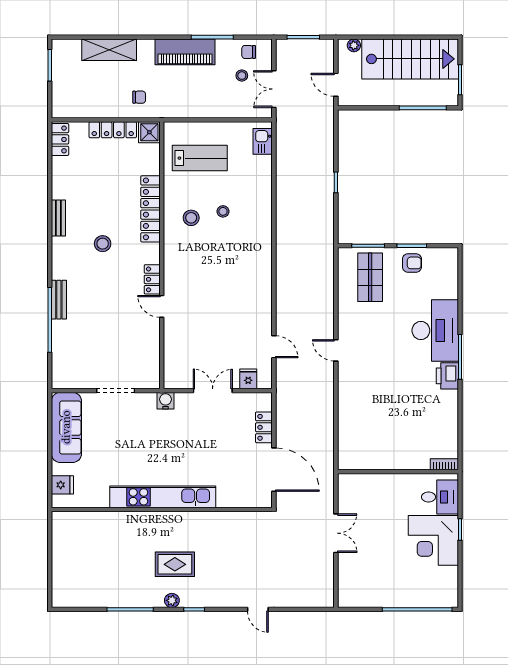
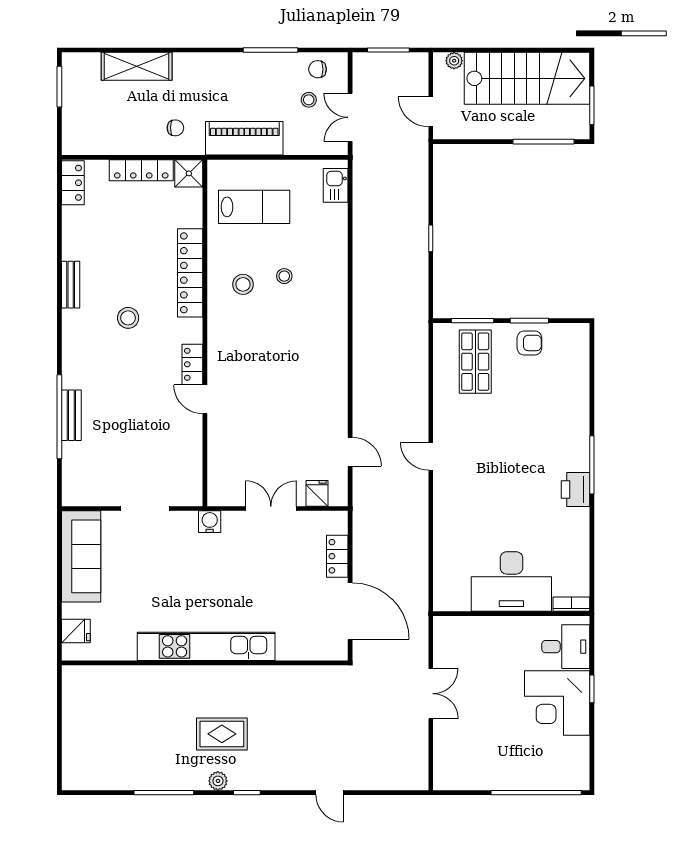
piano: (185, 52) -> (244, 138), moved, turned 180
bench: (59, 300) -> (71, 415), moved
desk: (435, 330) -> (511, 581), moved, turned 90

